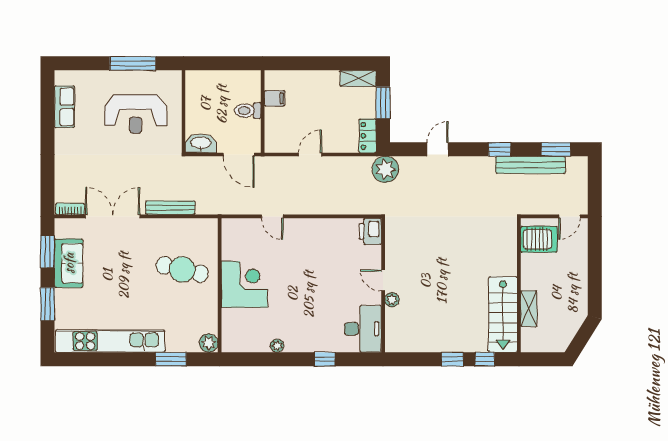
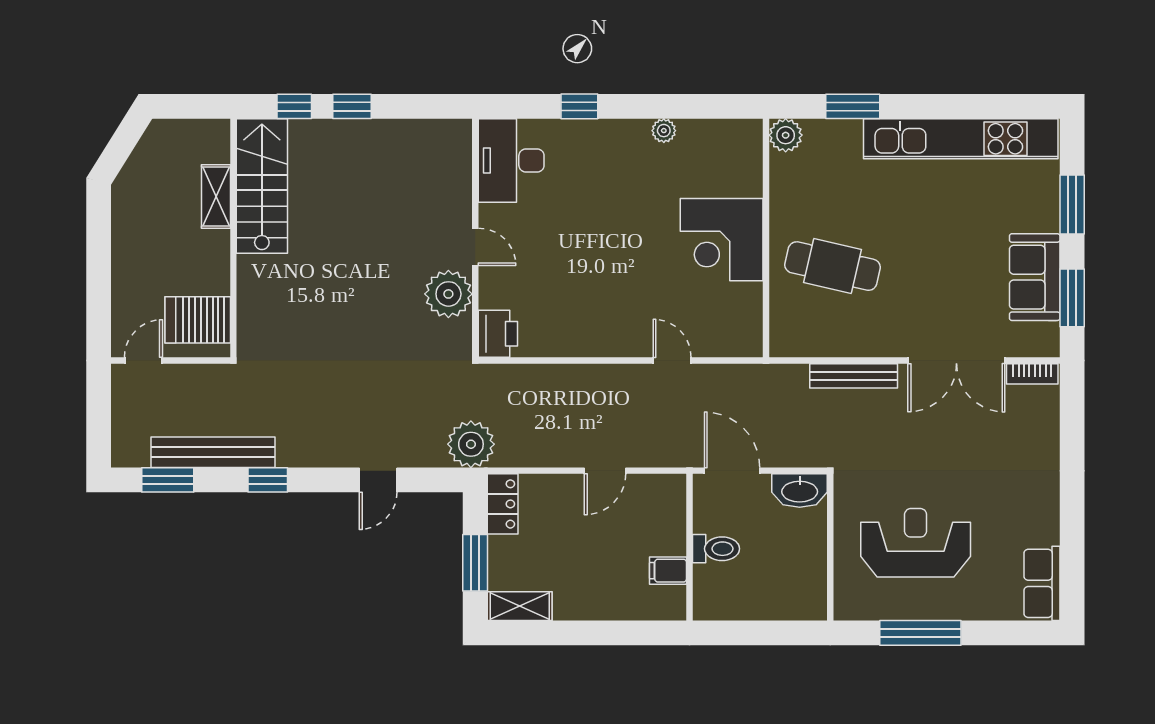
row of seats: (65, 107) -> (1042, 583), moved
plant: (392, 300) -> (448, 294), moved, width x1.87, depth x1.87

